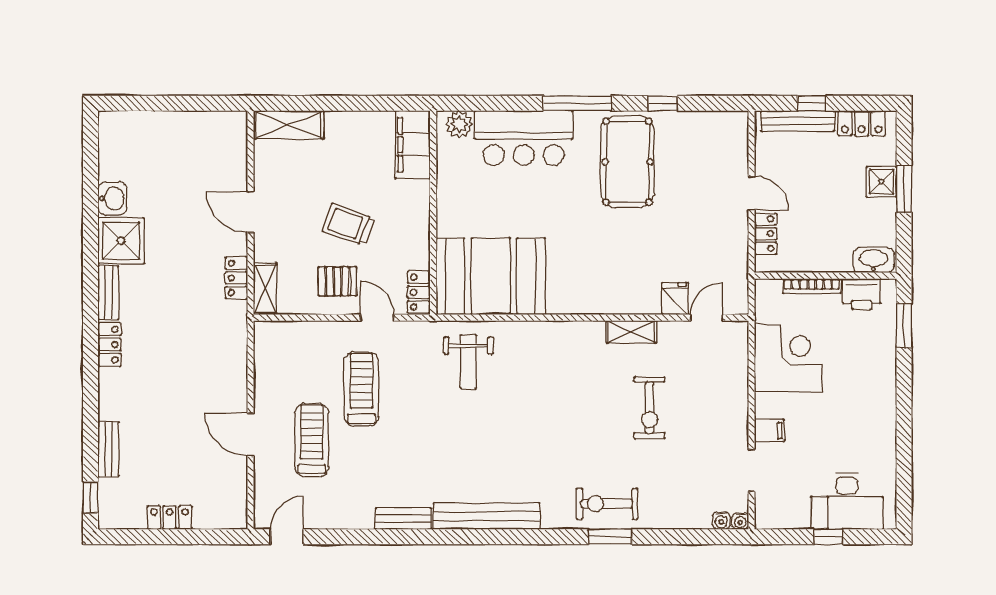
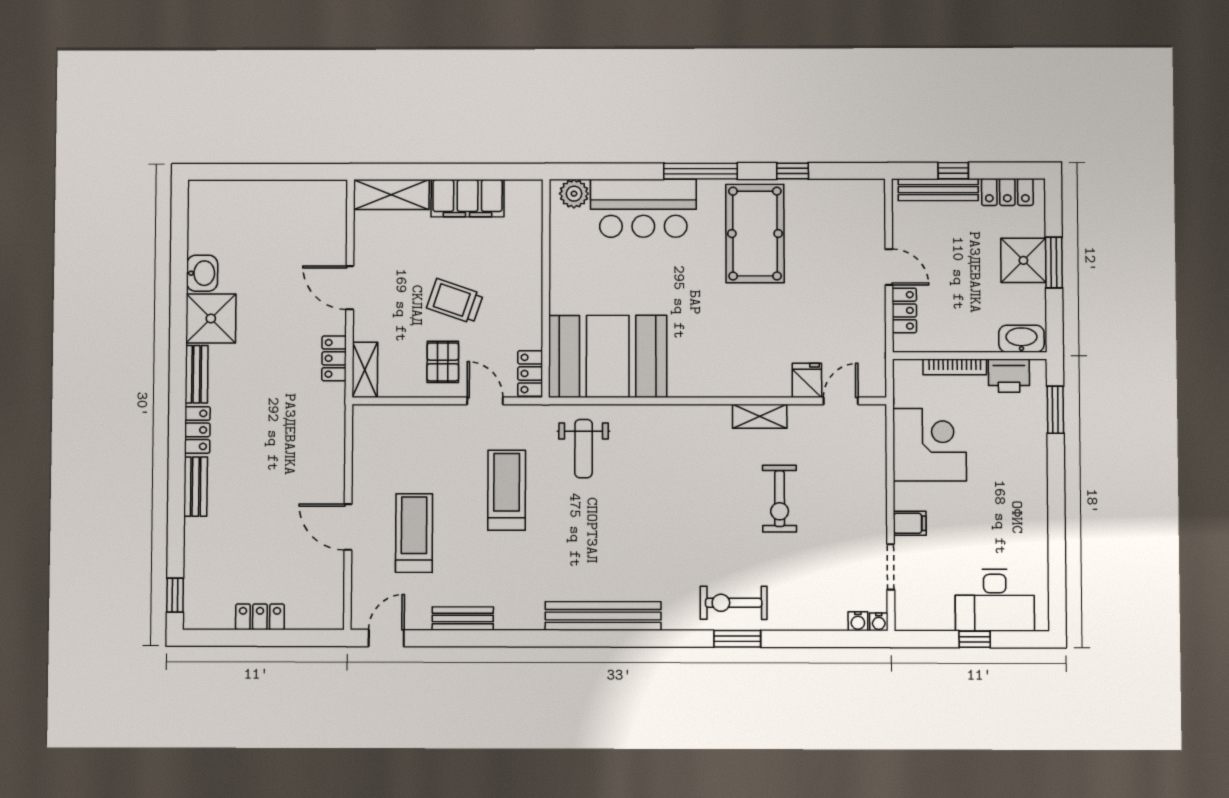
filing cabinet: (413, 145) -> (468, 198), moved, turned -90
shower: (881, 182) -> (1023, 260), width x1.36, depth x1.36
pallet: (338, 281) -> (443, 362), turned 90
treadmill: (361, 389) -> (507, 490), moved
bench: (108, 449) -> (196, 487), moved
bench: (403, 519) -> (463, 618), moved

